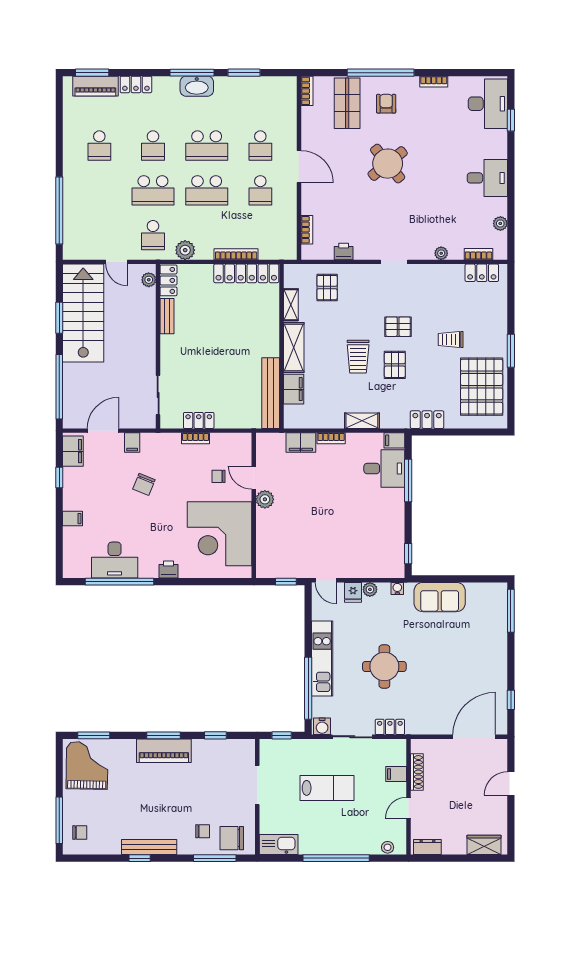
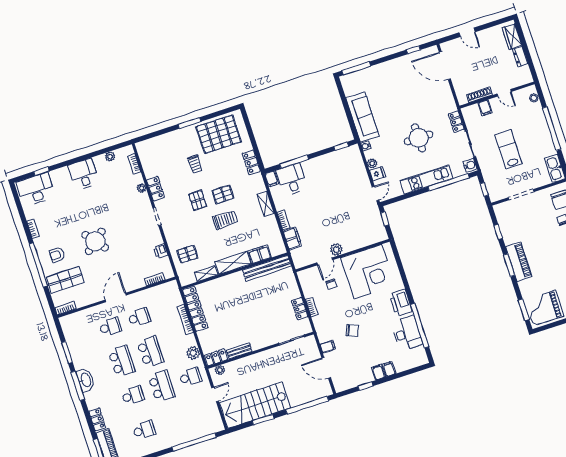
locker: (482, 273) -> (156, 189), moved
filing cabinet: (73, 451) -> (378, 372), moved, width x0.50
printer: (169, 570) -> (401, 303), width x1.87, depth x1.48
sofa: (440, 597) -> (362, 117), width x1.36
dresser: (427, 847) -> (520, 57), moved

